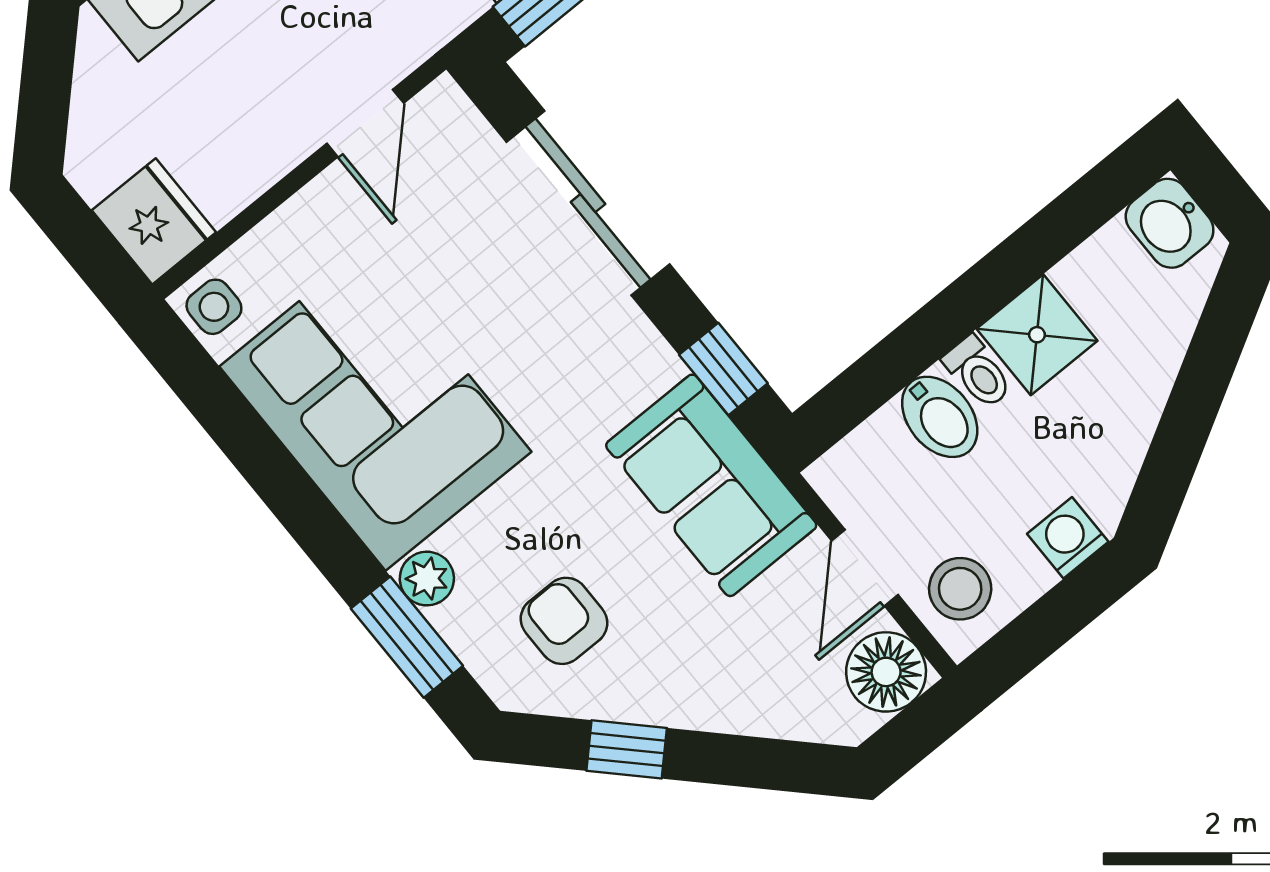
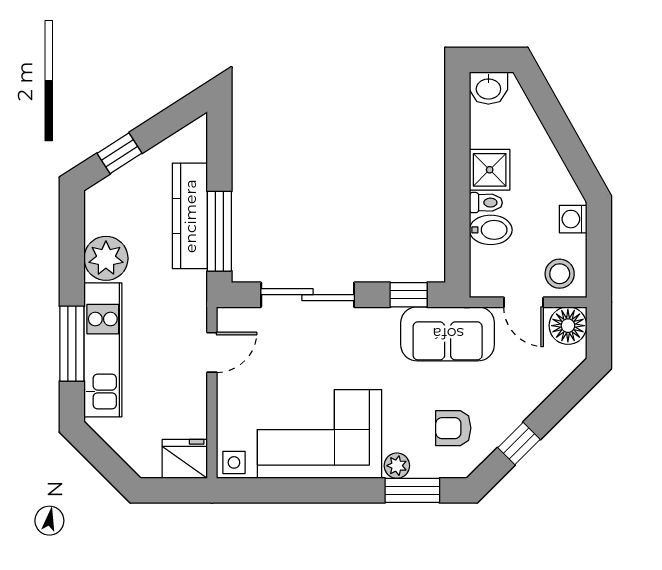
door: (365, 123) -> (212, 352), hinge flipped

